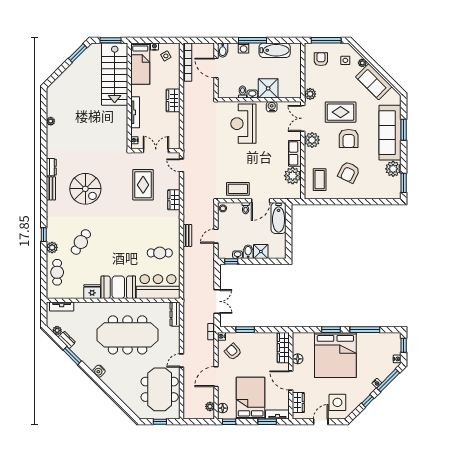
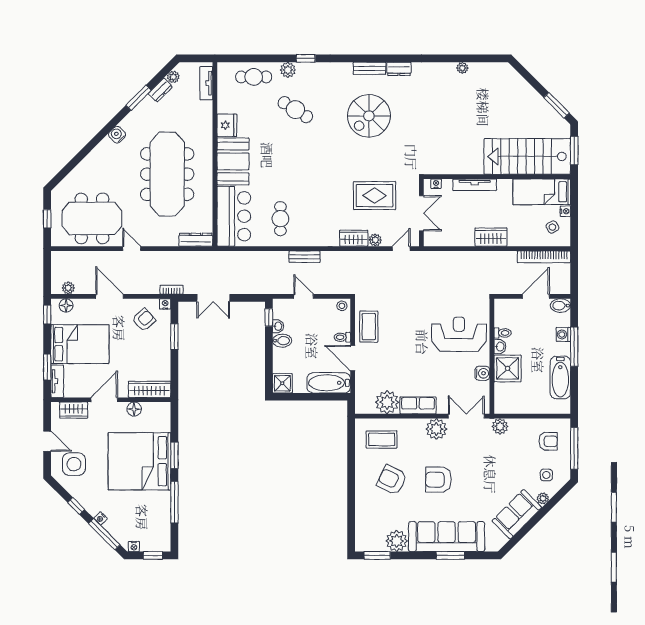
rug: (341, 112) -> (475, 468), removed
plant: (175, 184) -> (375, 240), added
shower: (261, 252) -> (282, 383), moved

